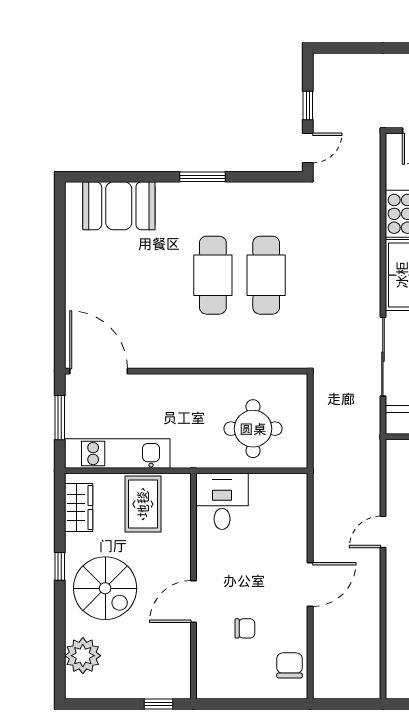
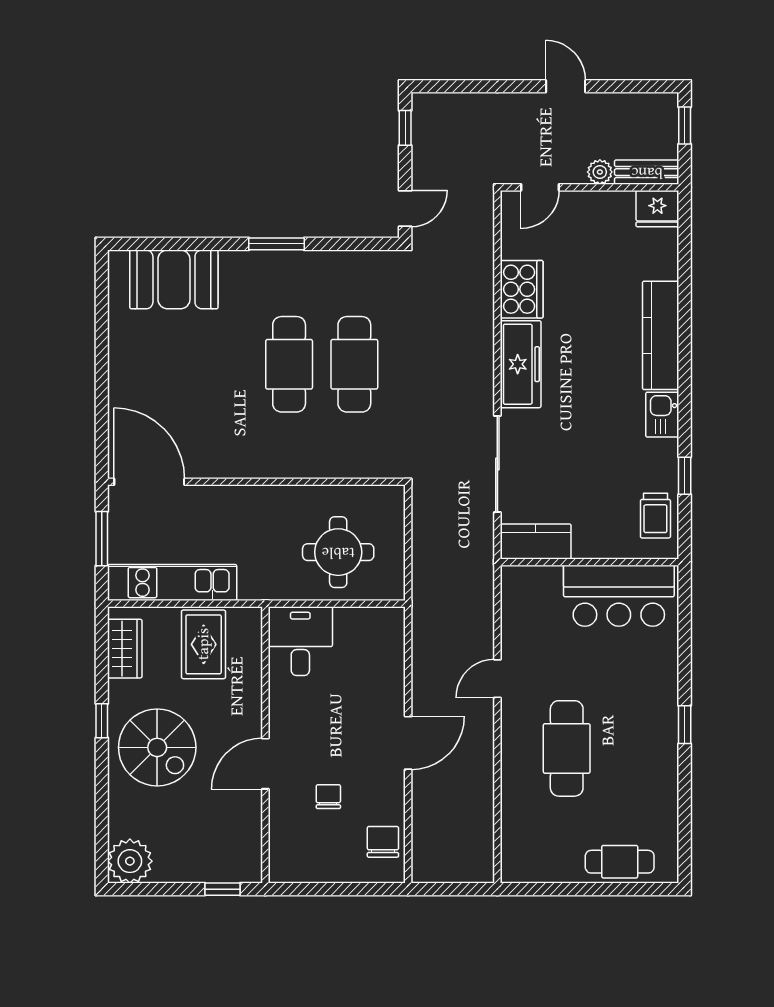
window: (308, 106) -> (405, 128), moved
chair: (245, 628) -> (328, 797), turned -90
plant: (83, 656) -> (130, 861), moved

